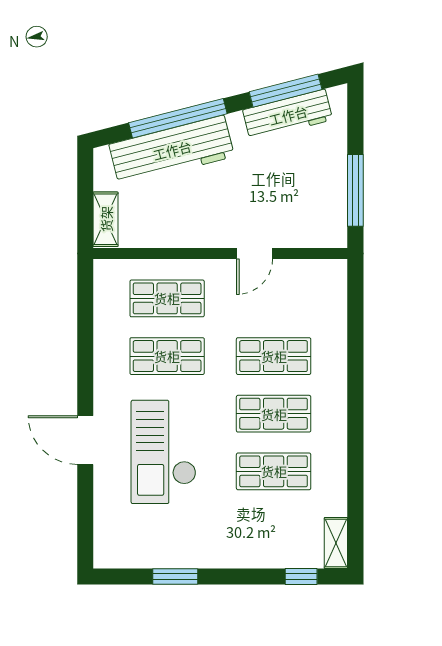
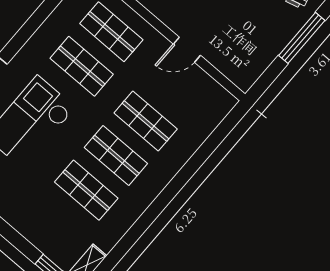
window: (355, 190) -> (302, 38), moved

